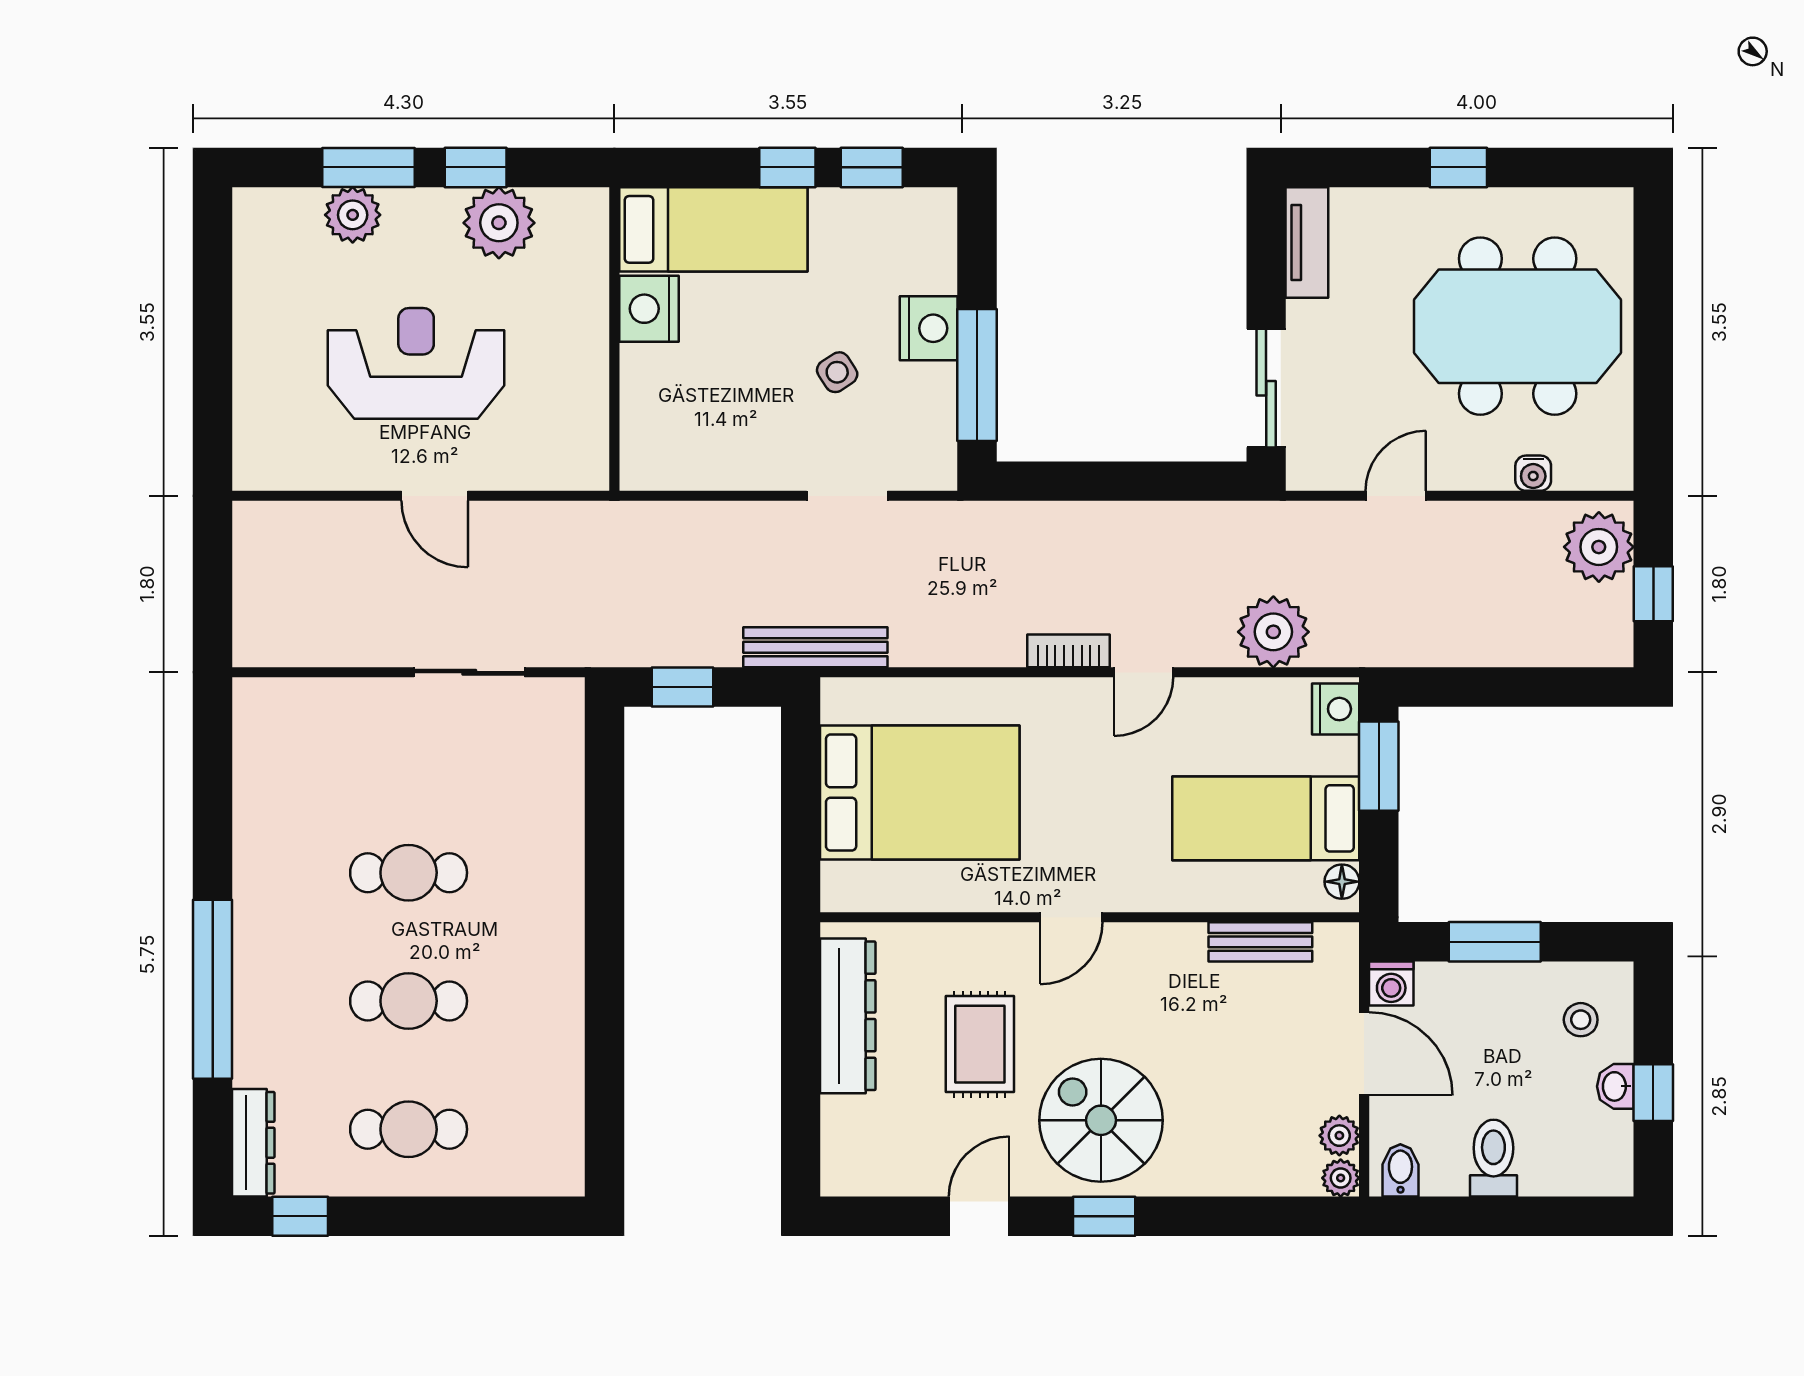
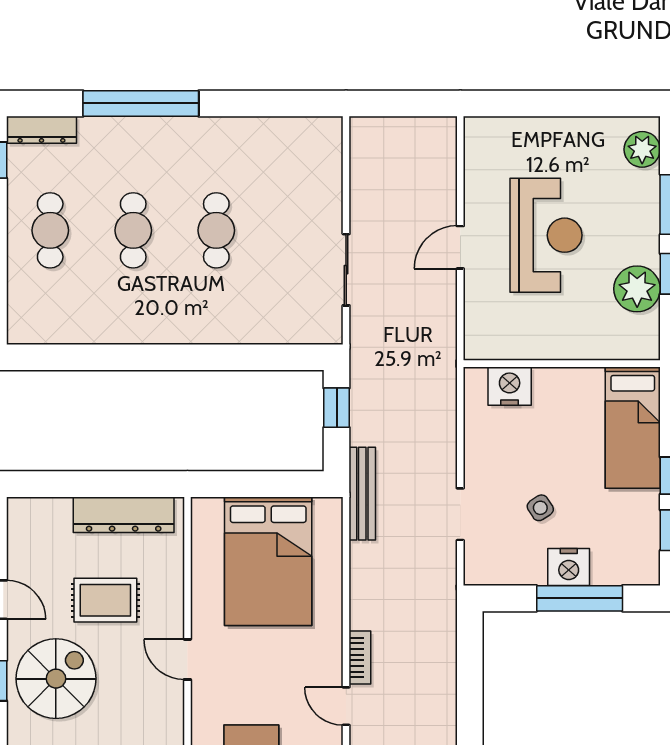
plant: (353, 215) -> (642, 149), moved
nightstand: (649, 309) -> (510, 386), moved
window: (977, 375) -> (580, 598), moved

